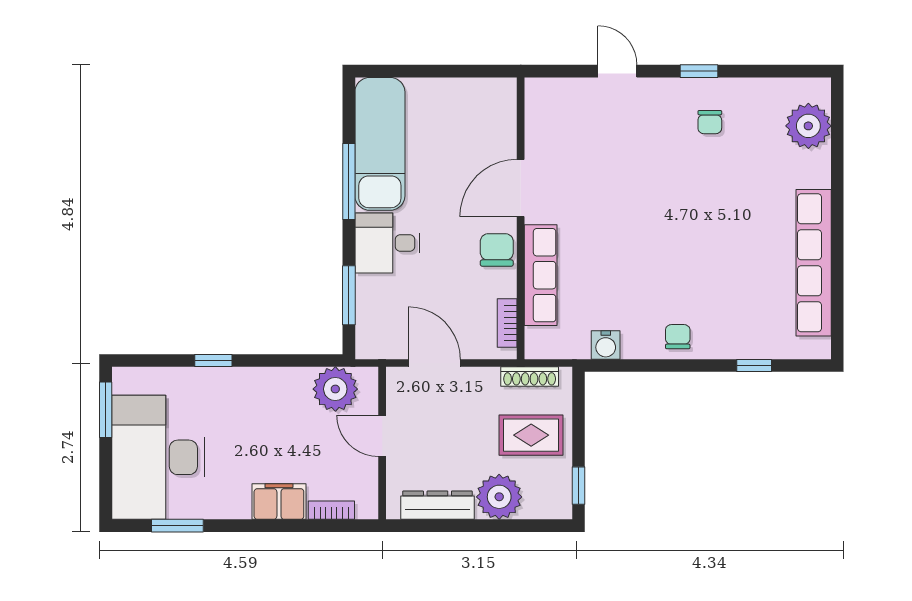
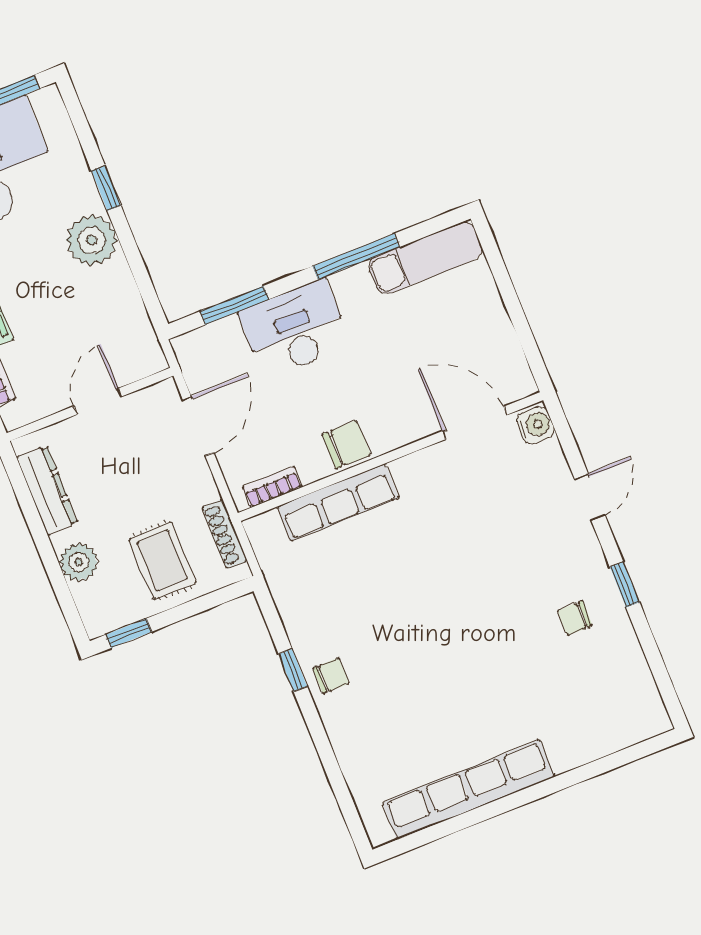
plant: (808, 126) -> (613, 725), removed
exam couch: (380, 144) -> (426, 258), width x0.73, depth x0.69
door: (521, 188) -> (475, 423), moved
desk: (387, 243) -> (295, 329), width x1.37
water cooler: (606, 345) -> (536, 425), moved, turned 180
window: (754, 365) -> (293, 670), moved
plant: (335, 389) -> (92, 240), moved
plant: (499, 497) -> (79, 562), width x0.73, depth x0.73

